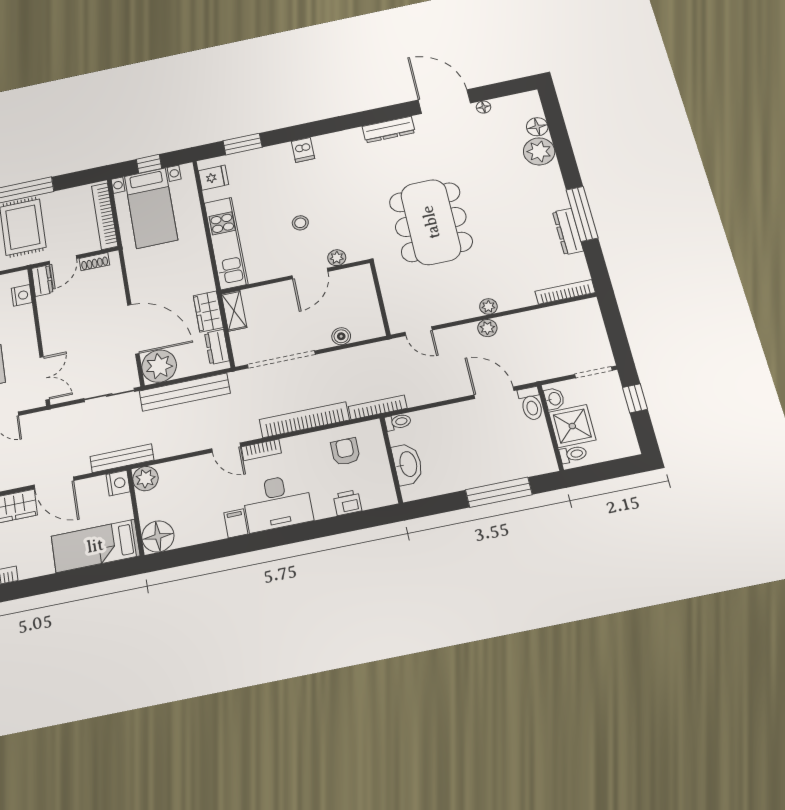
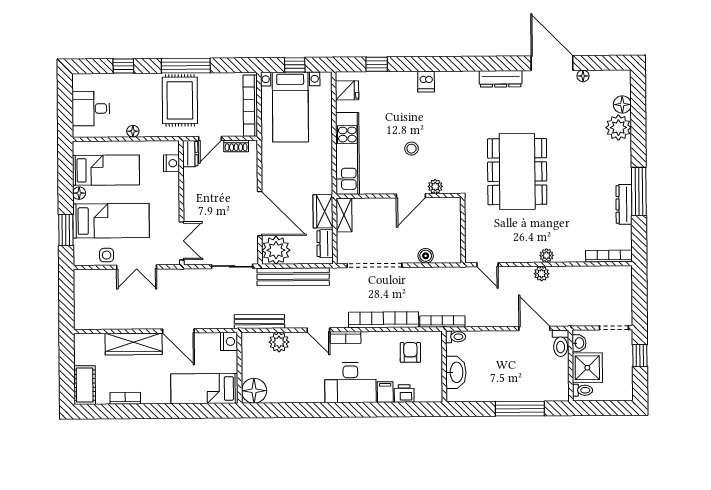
window: (243, 144) -> (377, 64), width x0.67
bench: (122, 458) -> (259, 322), moved
plant: (145, 479) -> (279, 342), moved
filing cabinet: (236, 523) -> (385, 392), moved

